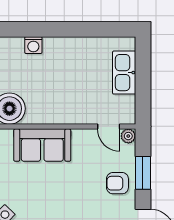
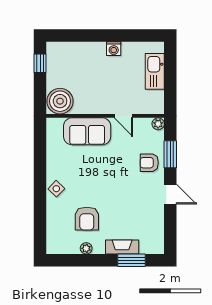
washing machine: (33, 45) -> (114, 49), moved
door: (109, 126) -> (123, 116), moved

